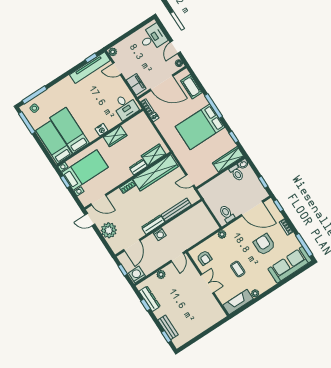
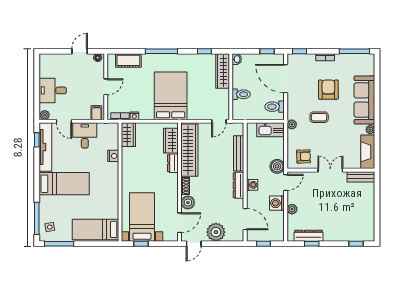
desk: (153, 38) -> (53, 90), moved, turned -90
door: (175, 47) -> (80, 51), swing flipped
door: (117, 69) -> (64, 121), hinge flipped
door: (162, 83) -> (106, 87), width x0.53
filing cabinet: (136, 84) -> (96, 113), width x0.50
desk: (125, 107) -> (85, 135), moved, turned -90
bed: (200, 127) -> (171, 96), moved, turned 180
bed: (70, 130) -> (64, 184), moved, turned 180
nightstand: (101, 130) -> (113, 156), moved
wardrobe: (115, 136) -> (128, 135), moved
toilet: (237, 173) -> (241, 94), moved
plant: (117, 196) -> (188, 203), added
door: (252, 208) -> (286, 79), swing flipped
kitchen sink: (208, 222) -> (271, 130), added
boiler: (185, 244) -> (277, 166), added
armchair: (264, 244) -> (328, 90), turned 90
door: (177, 257) -> (286, 182), hinge flipped
sofa: (290, 265) -> (364, 100), moved
coffee table: (238, 269) -> (319, 117), moved
washing machine: (137, 275) -> (277, 203), moved
bench: (168, 327) -> (361, 177), moved

